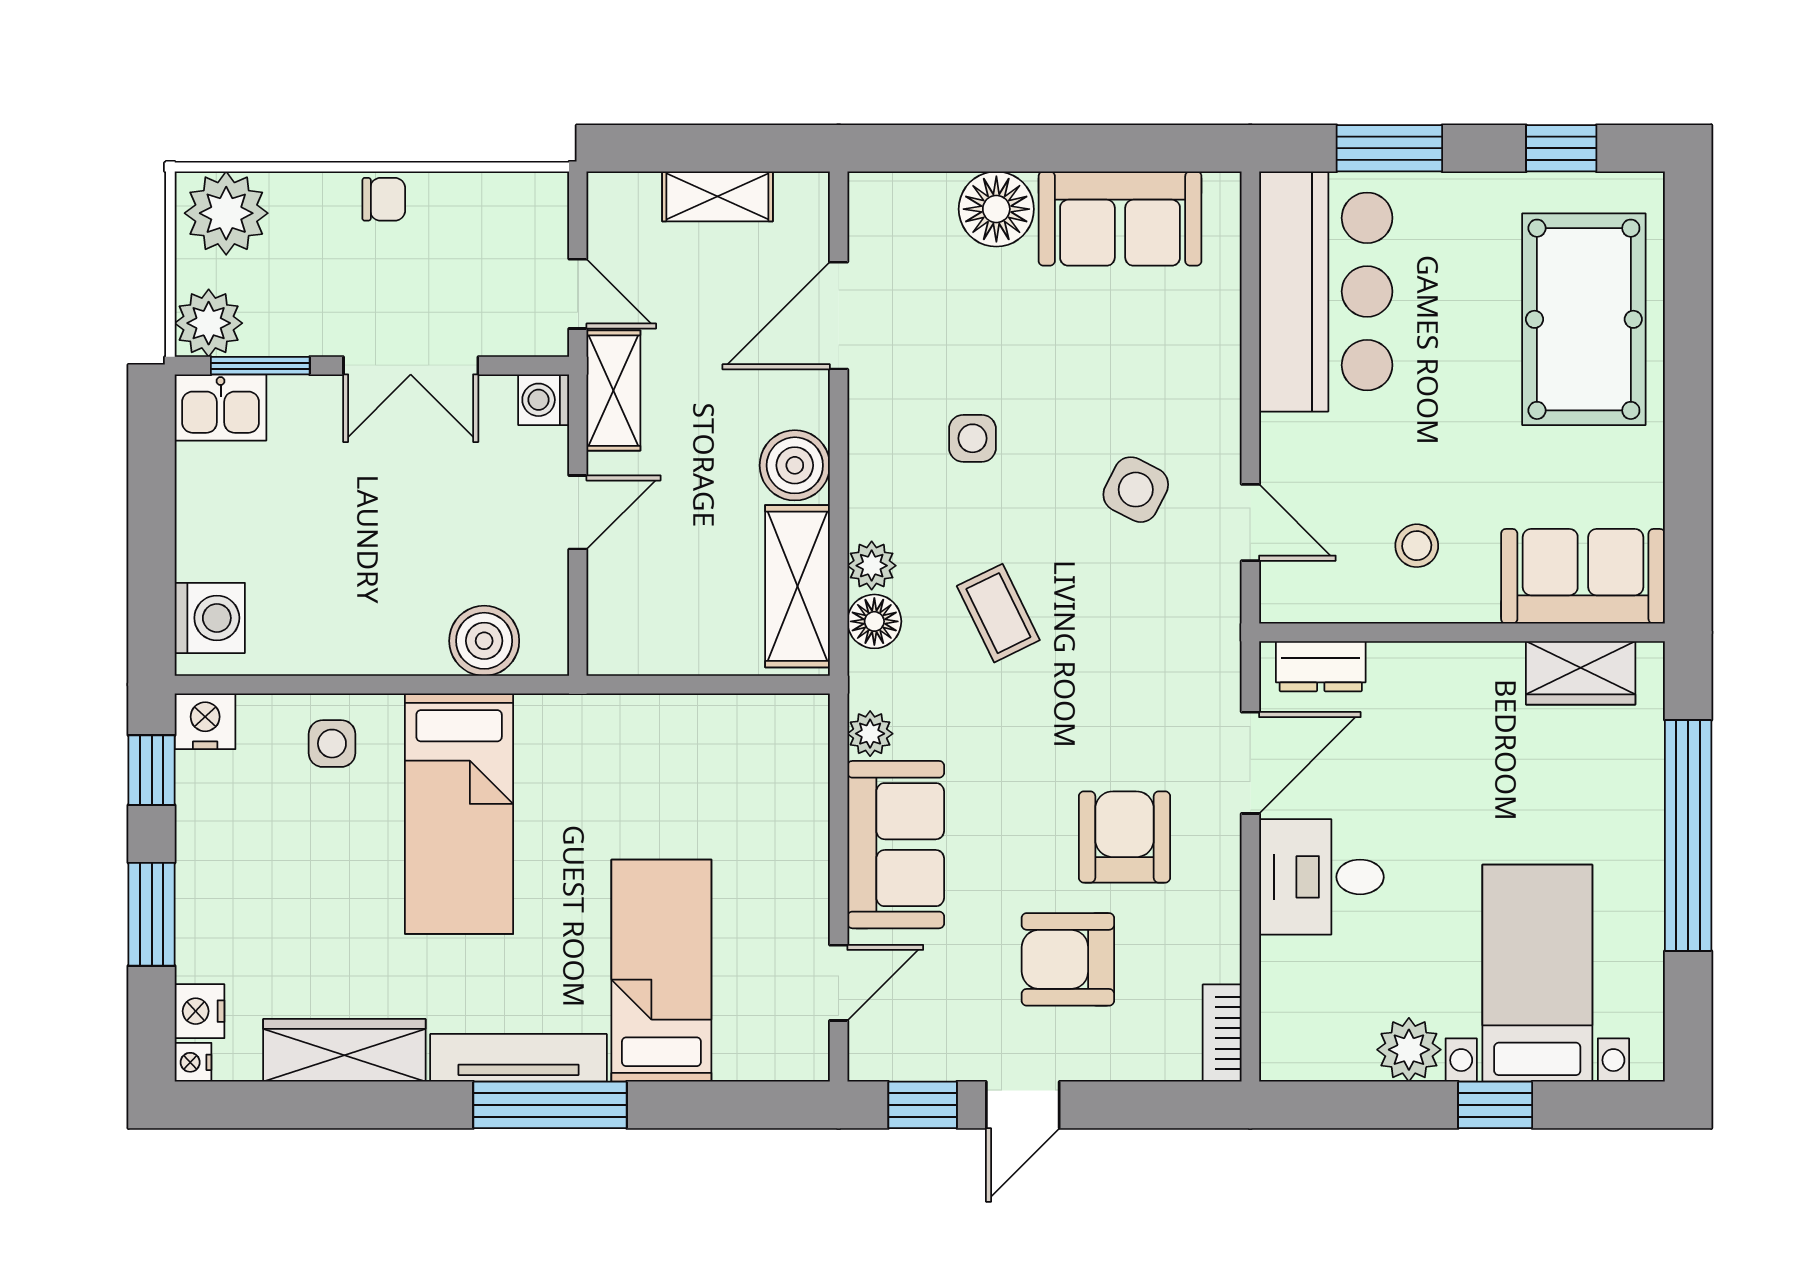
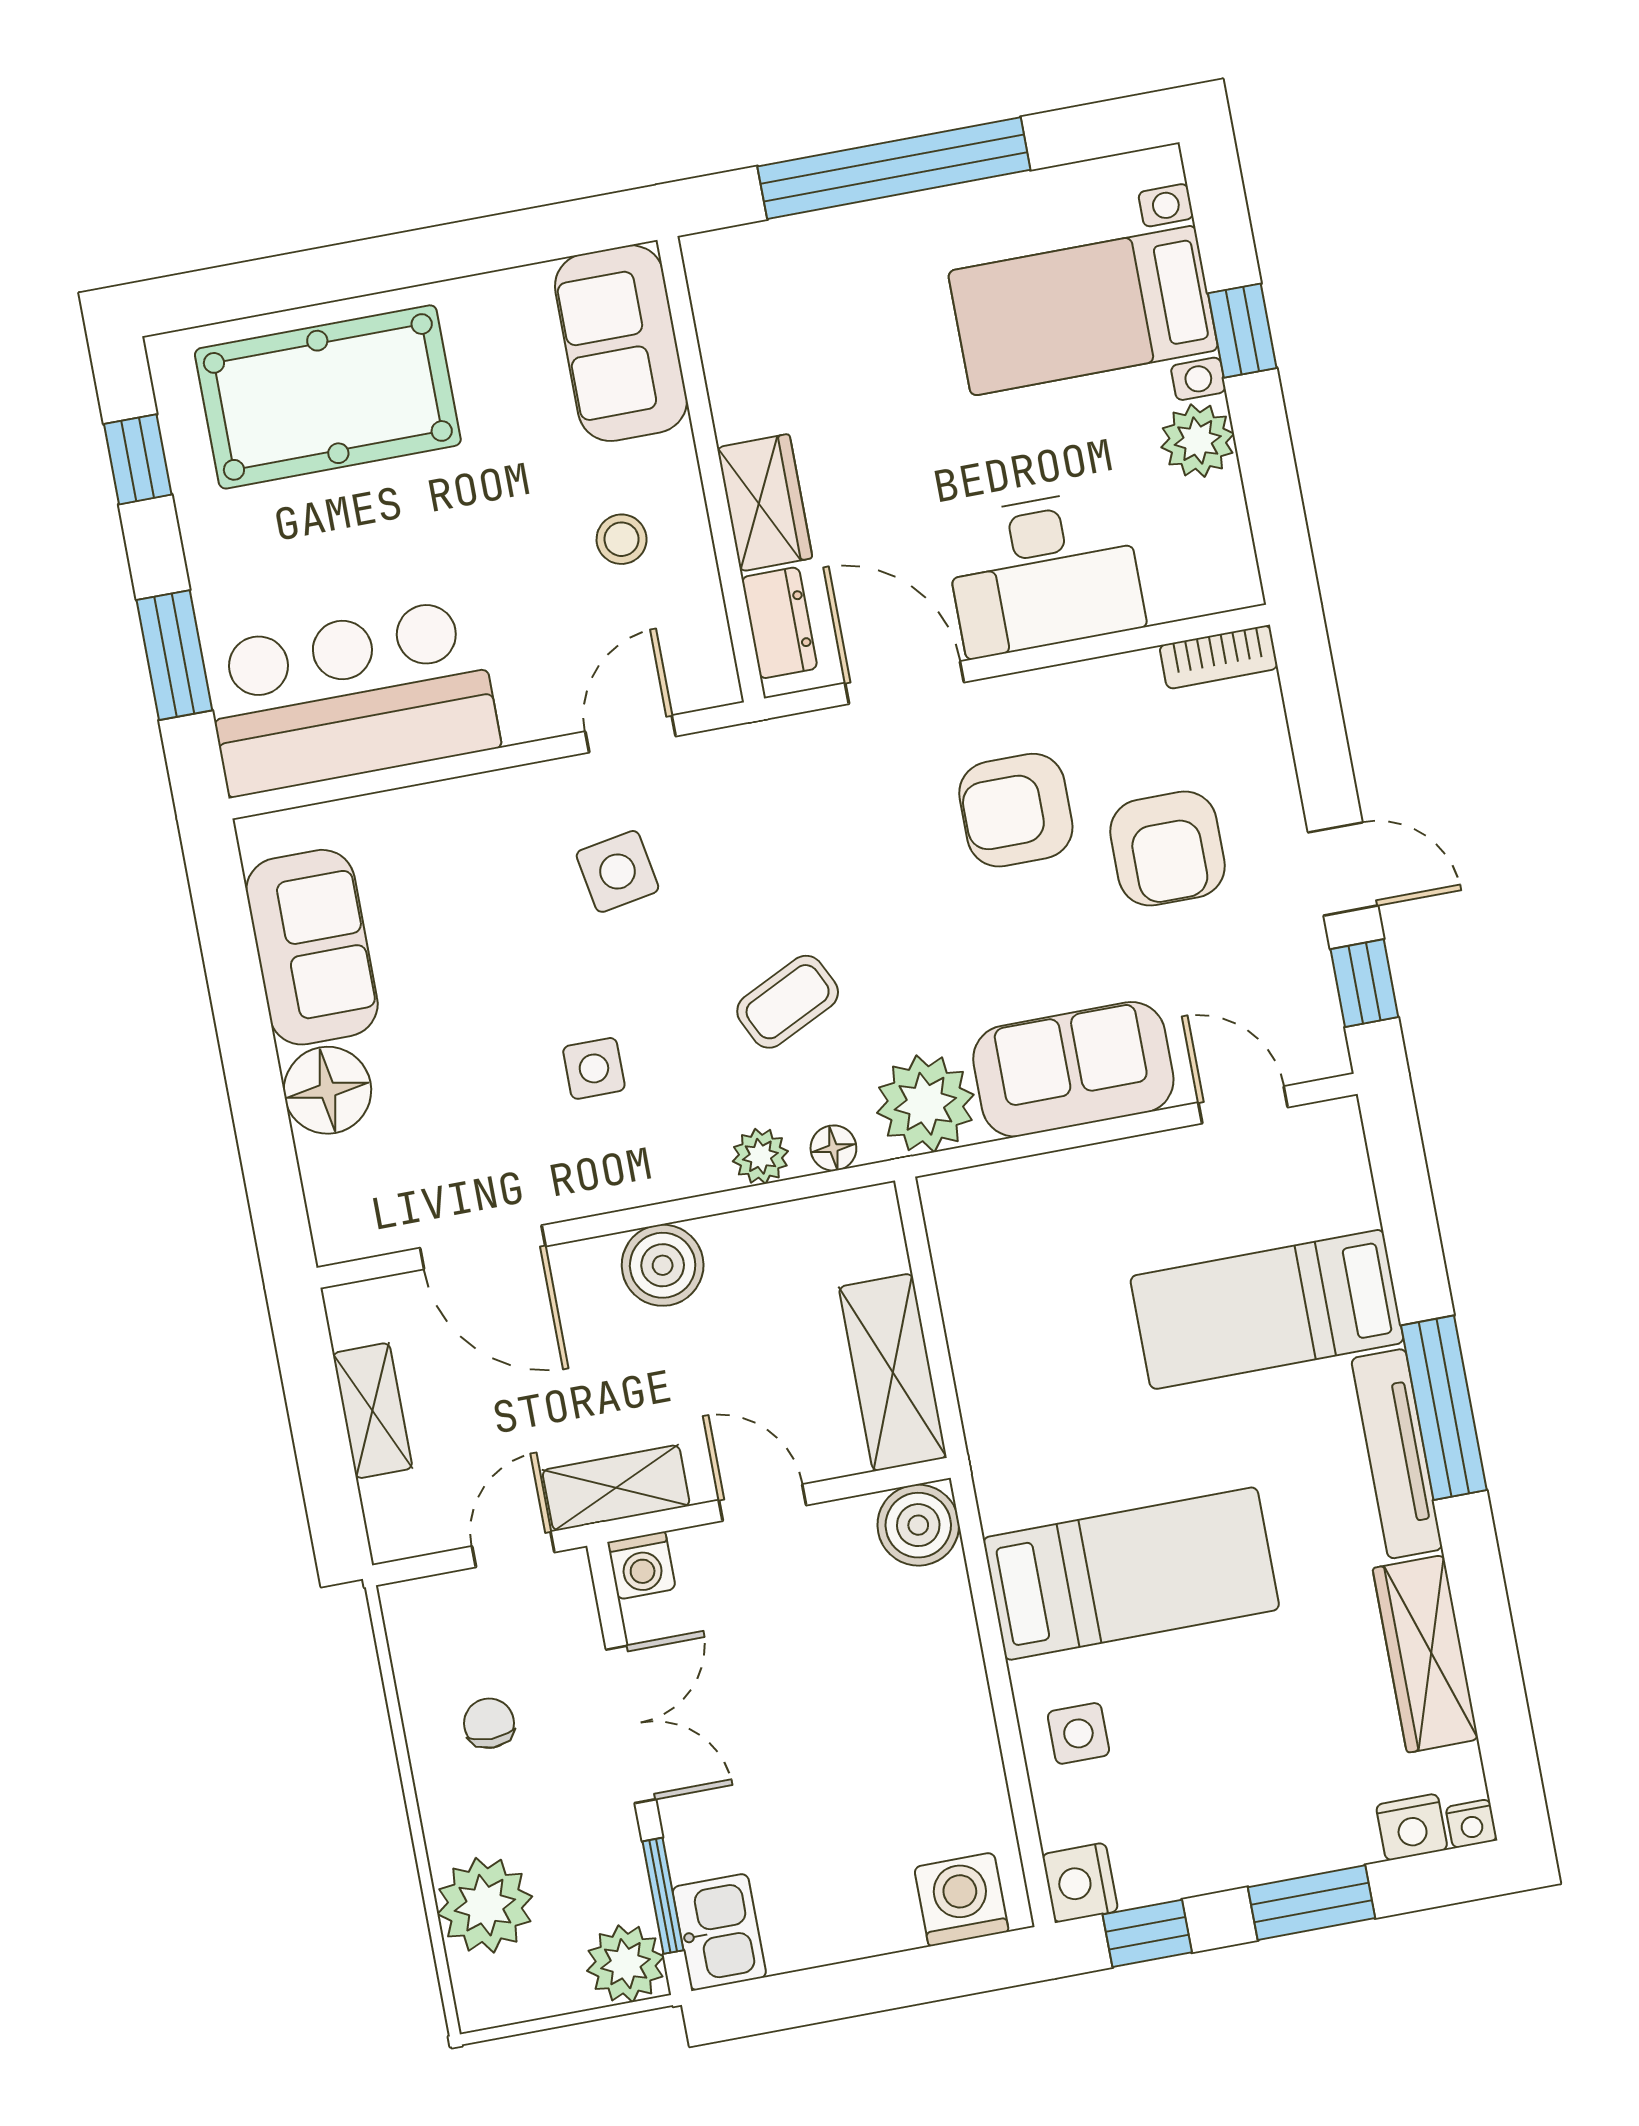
chair: (384, 199) -> (489, 1723), moved
plant: (226, 213) -> (485, 1905), moved
side table: (1136, 490) -> (617, 871), turned -37
shelving: (797, 586) -> (893, 1372), moved, turned 90
floor lamp: (874, 621) -> (833, 1148), width x0.73, depth x0.73
boiler: (484, 641) -> (918, 1525), moved
wardrobe: (1581, 673) -> (765, 503), moved
plant: (870, 734) -> (925, 1104), width x1.88, depth x1.88
desk: (1321, 877) -> (1044, 573), width x1.37

